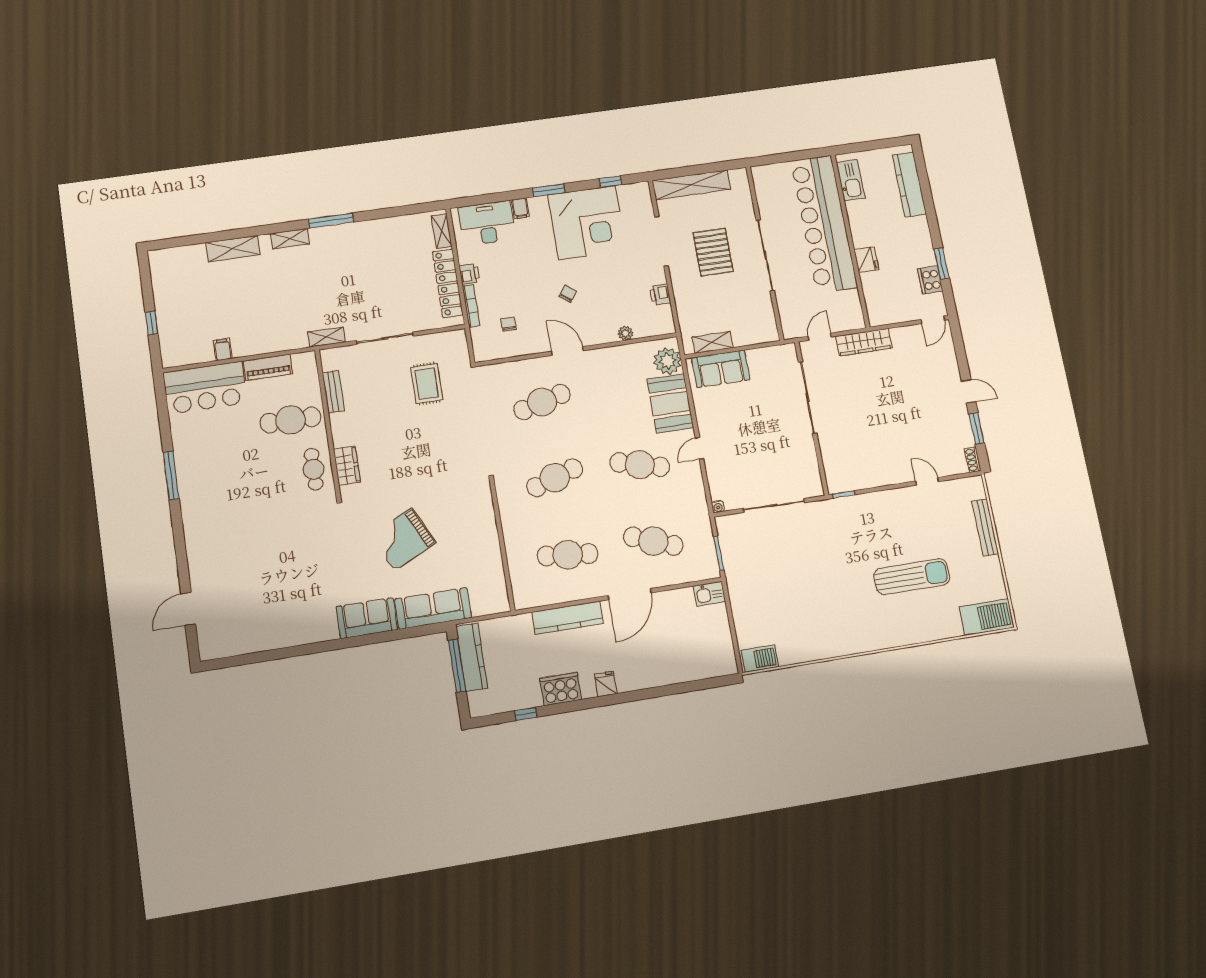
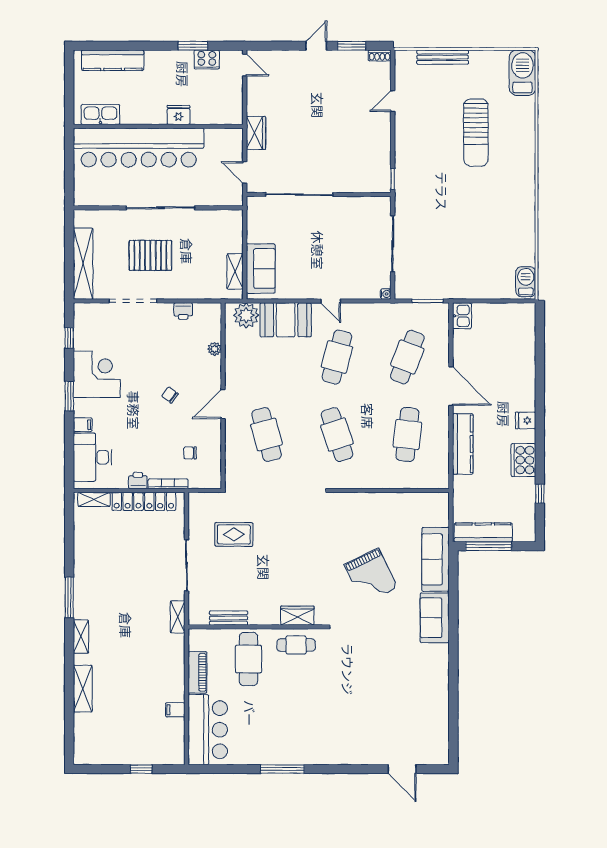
corner desk: (587, 222) -> (97, 374), width x0.74, depth x0.74
wardrobe: (864, 342) -> (256, 133), width x0.67
sun lounger: (912, 577) -> (476, 133), turned 180

